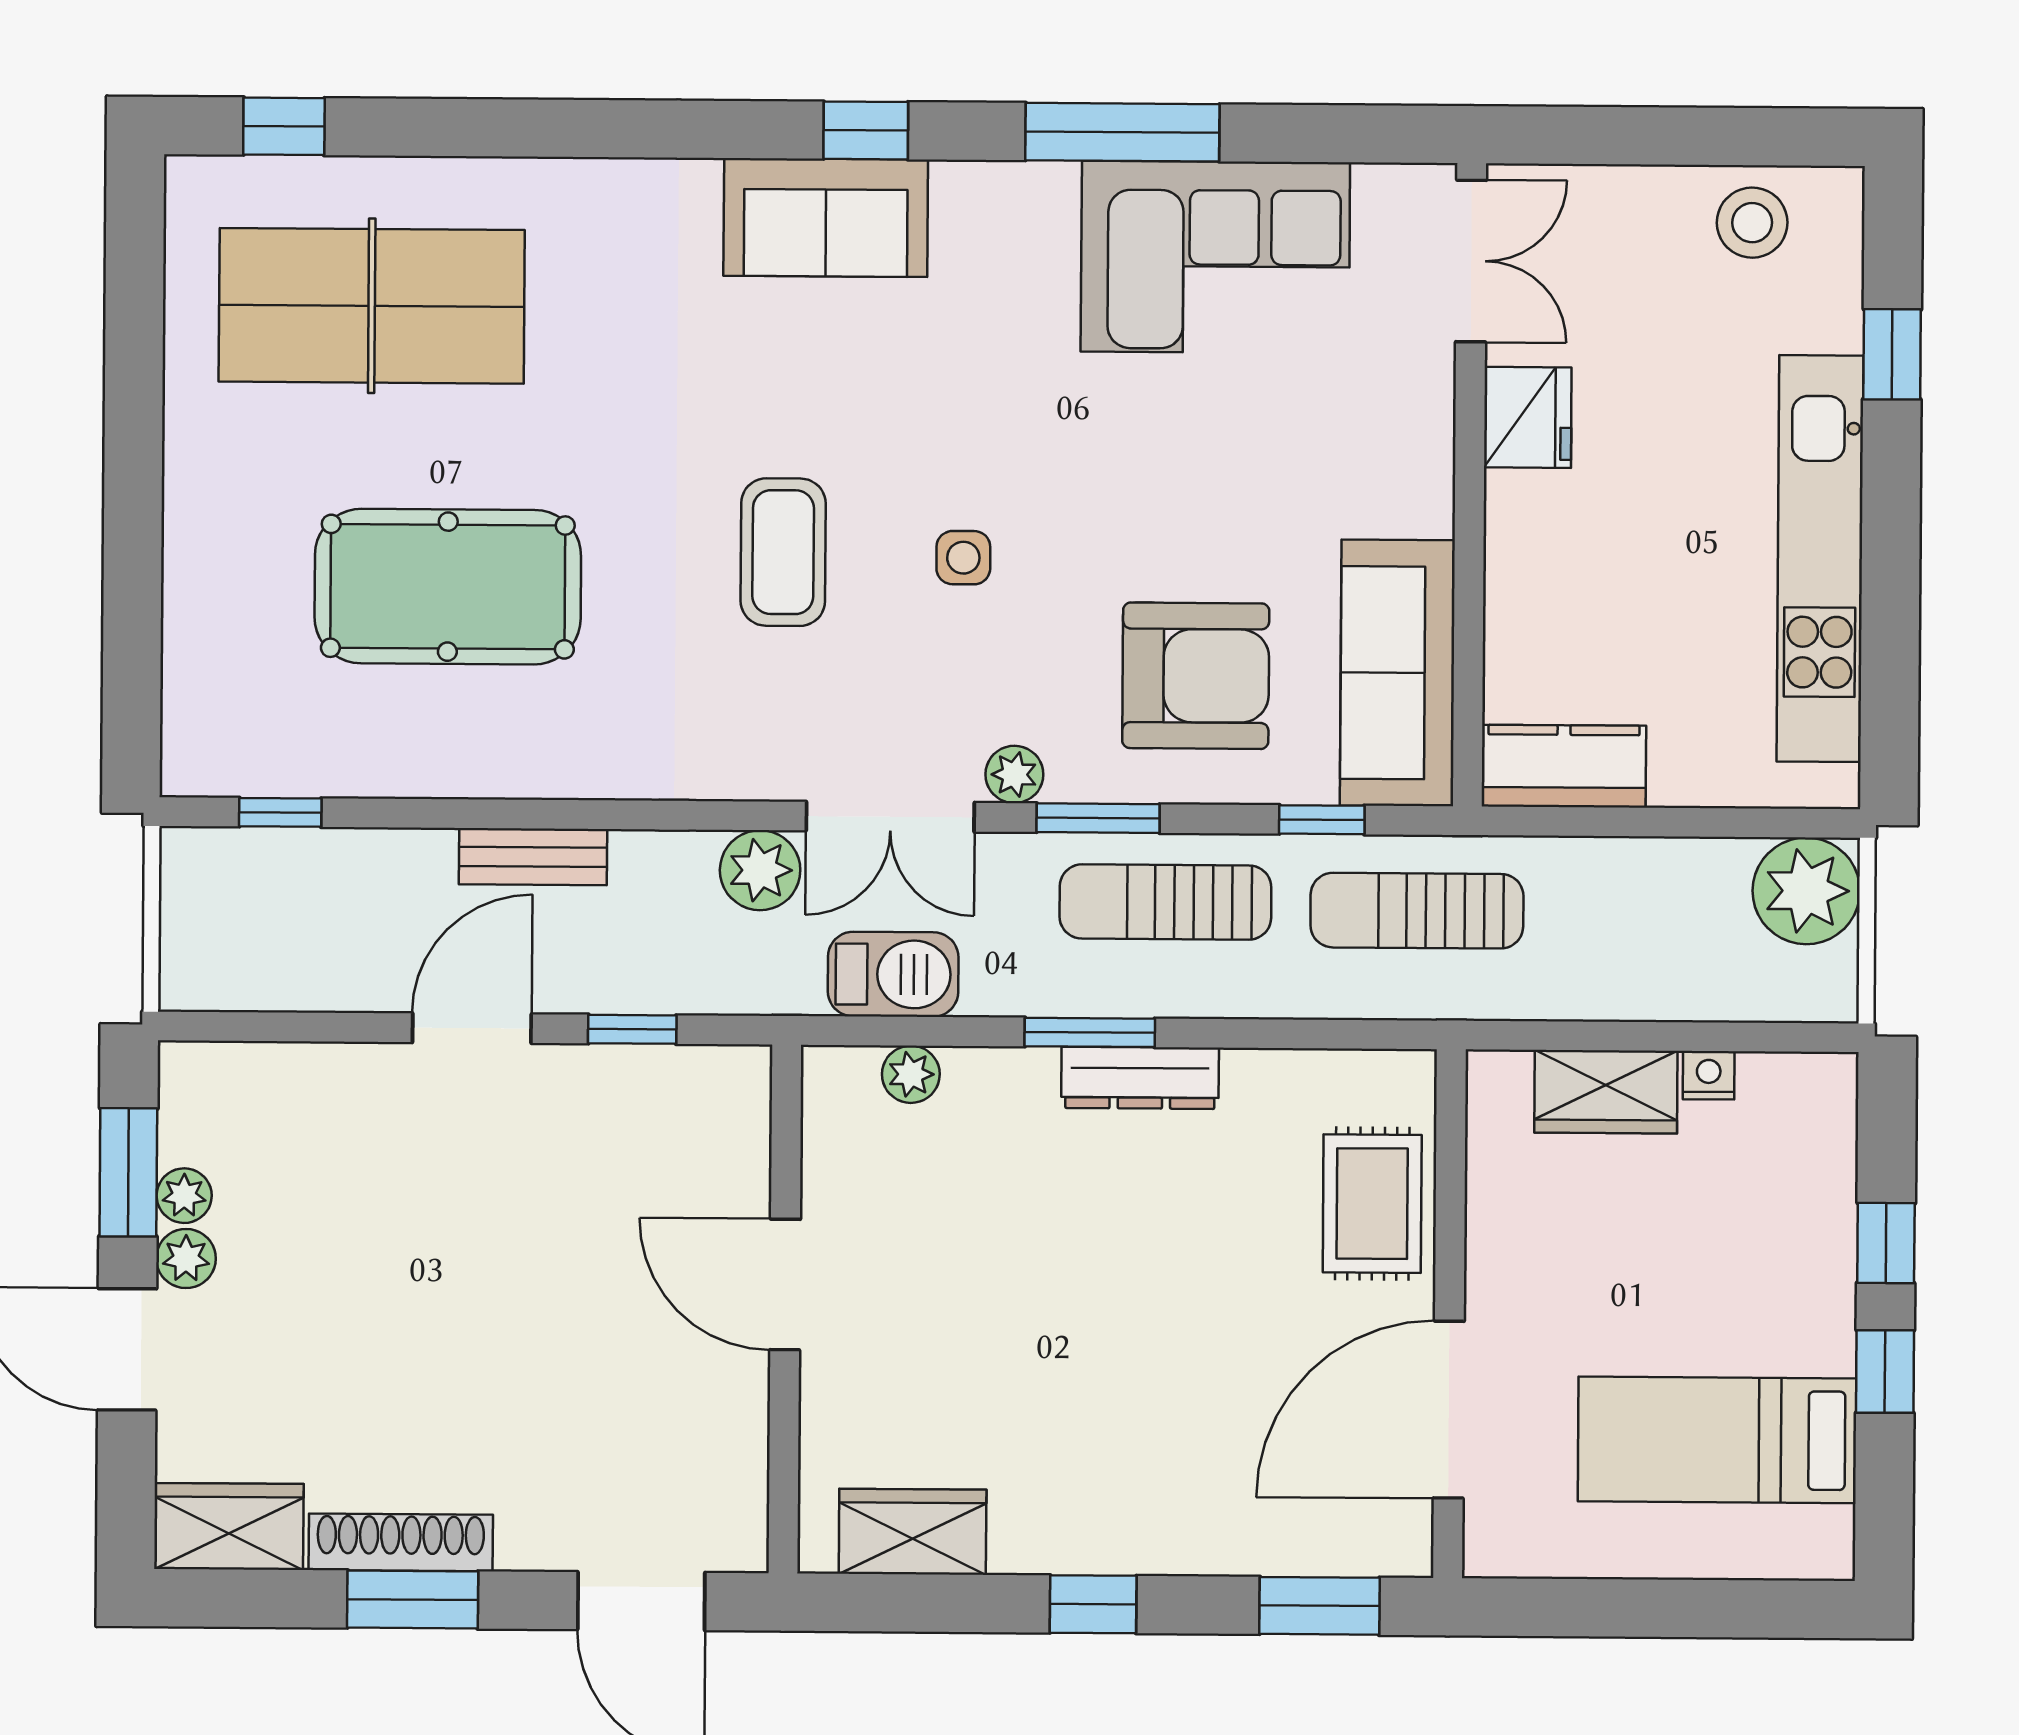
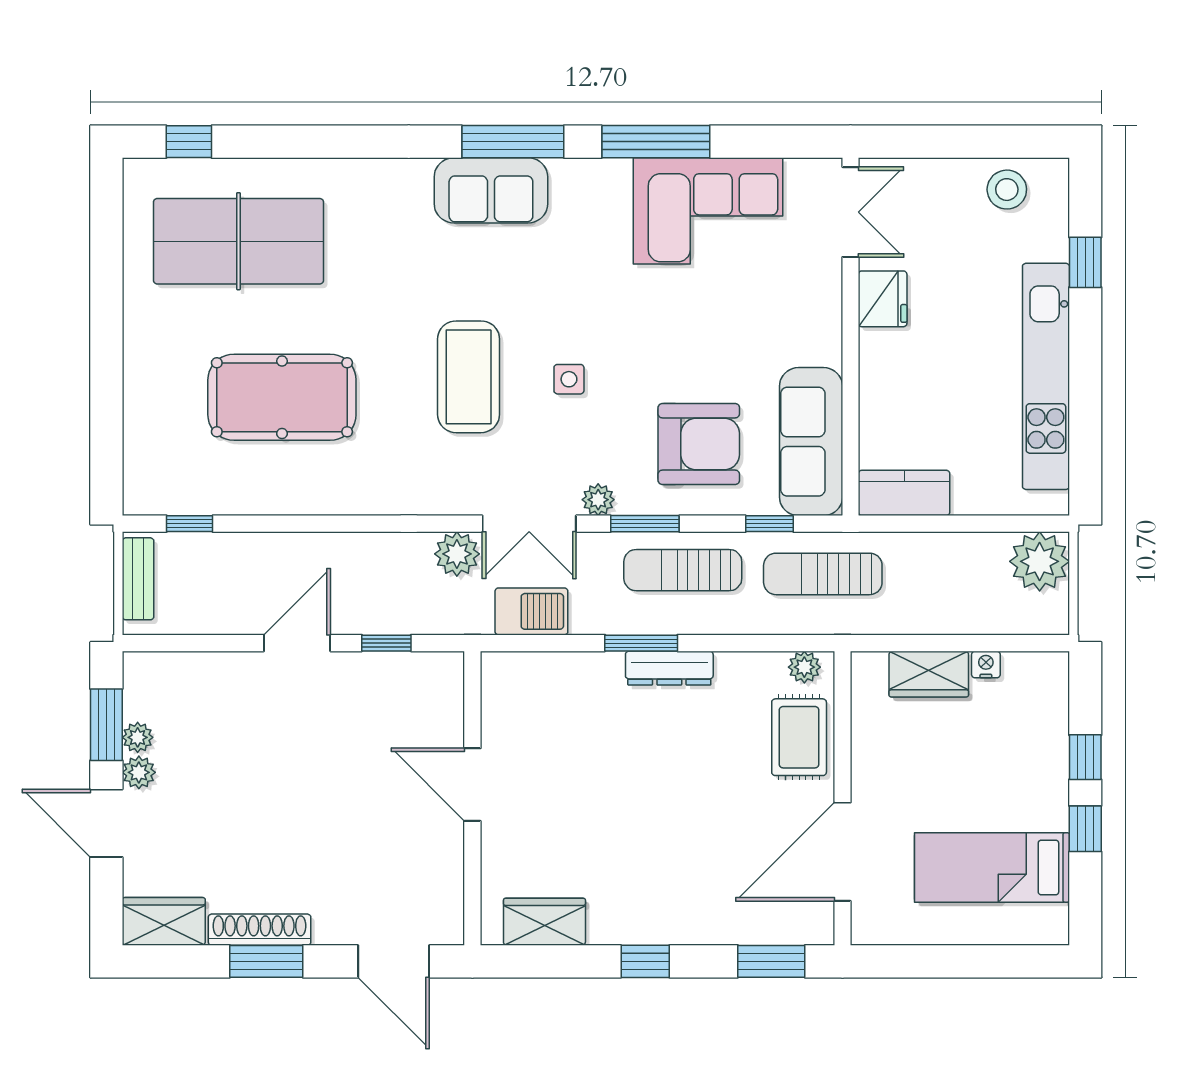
window: (866, 130) -> (513, 142), width x2.17
coffee table: (783, 552) -> (469, 377), width x1.36, depth x1.32
bench: (533, 857) -> (138, 579), moved, turned 90
plant: (911, 1074) -> (804, 667), moved

